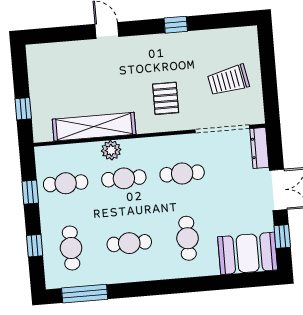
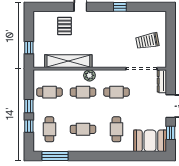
pallet: (166, 98) -> (64, 26), moved
plant: (111, 150) -> (89, 75), moved
window: (30, 192) -> (29, 106), moved

